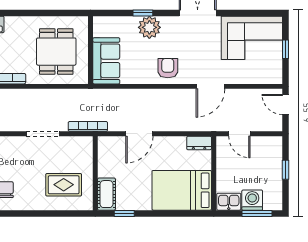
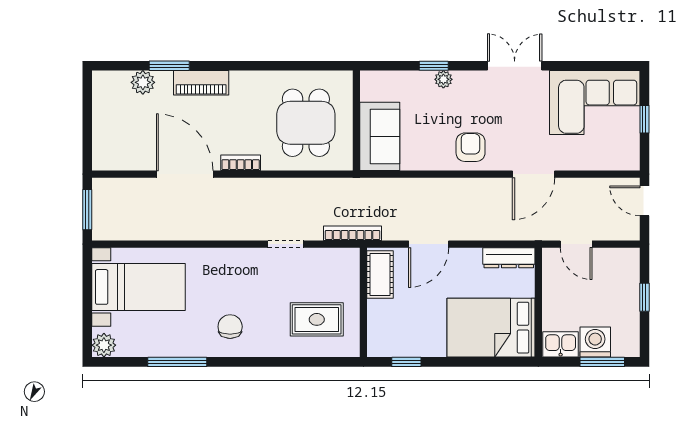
plant: (149, 27) -> (443, 79), width x0.53, depth x0.53
doorway: (43, 134) -> (286, 244), width x0.73
dresser: (199, 143) -> (509, 258), width x1.44
cot: (106, 194) -> (380, 275), moved

